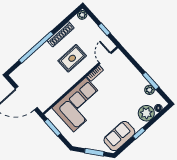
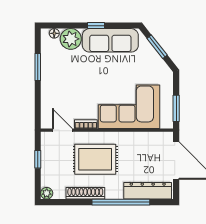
rug: (72, 58) -> (95, 159), width x1.36, depth x1.43
door: (105, 58) -> (62, 130), swing flipped
dresser: (27, 67) -> (148, 191), added
plant: (149, 90) -> (47, 59), removed
sofa: (119, 136) -> (110, 40), width x1.36

